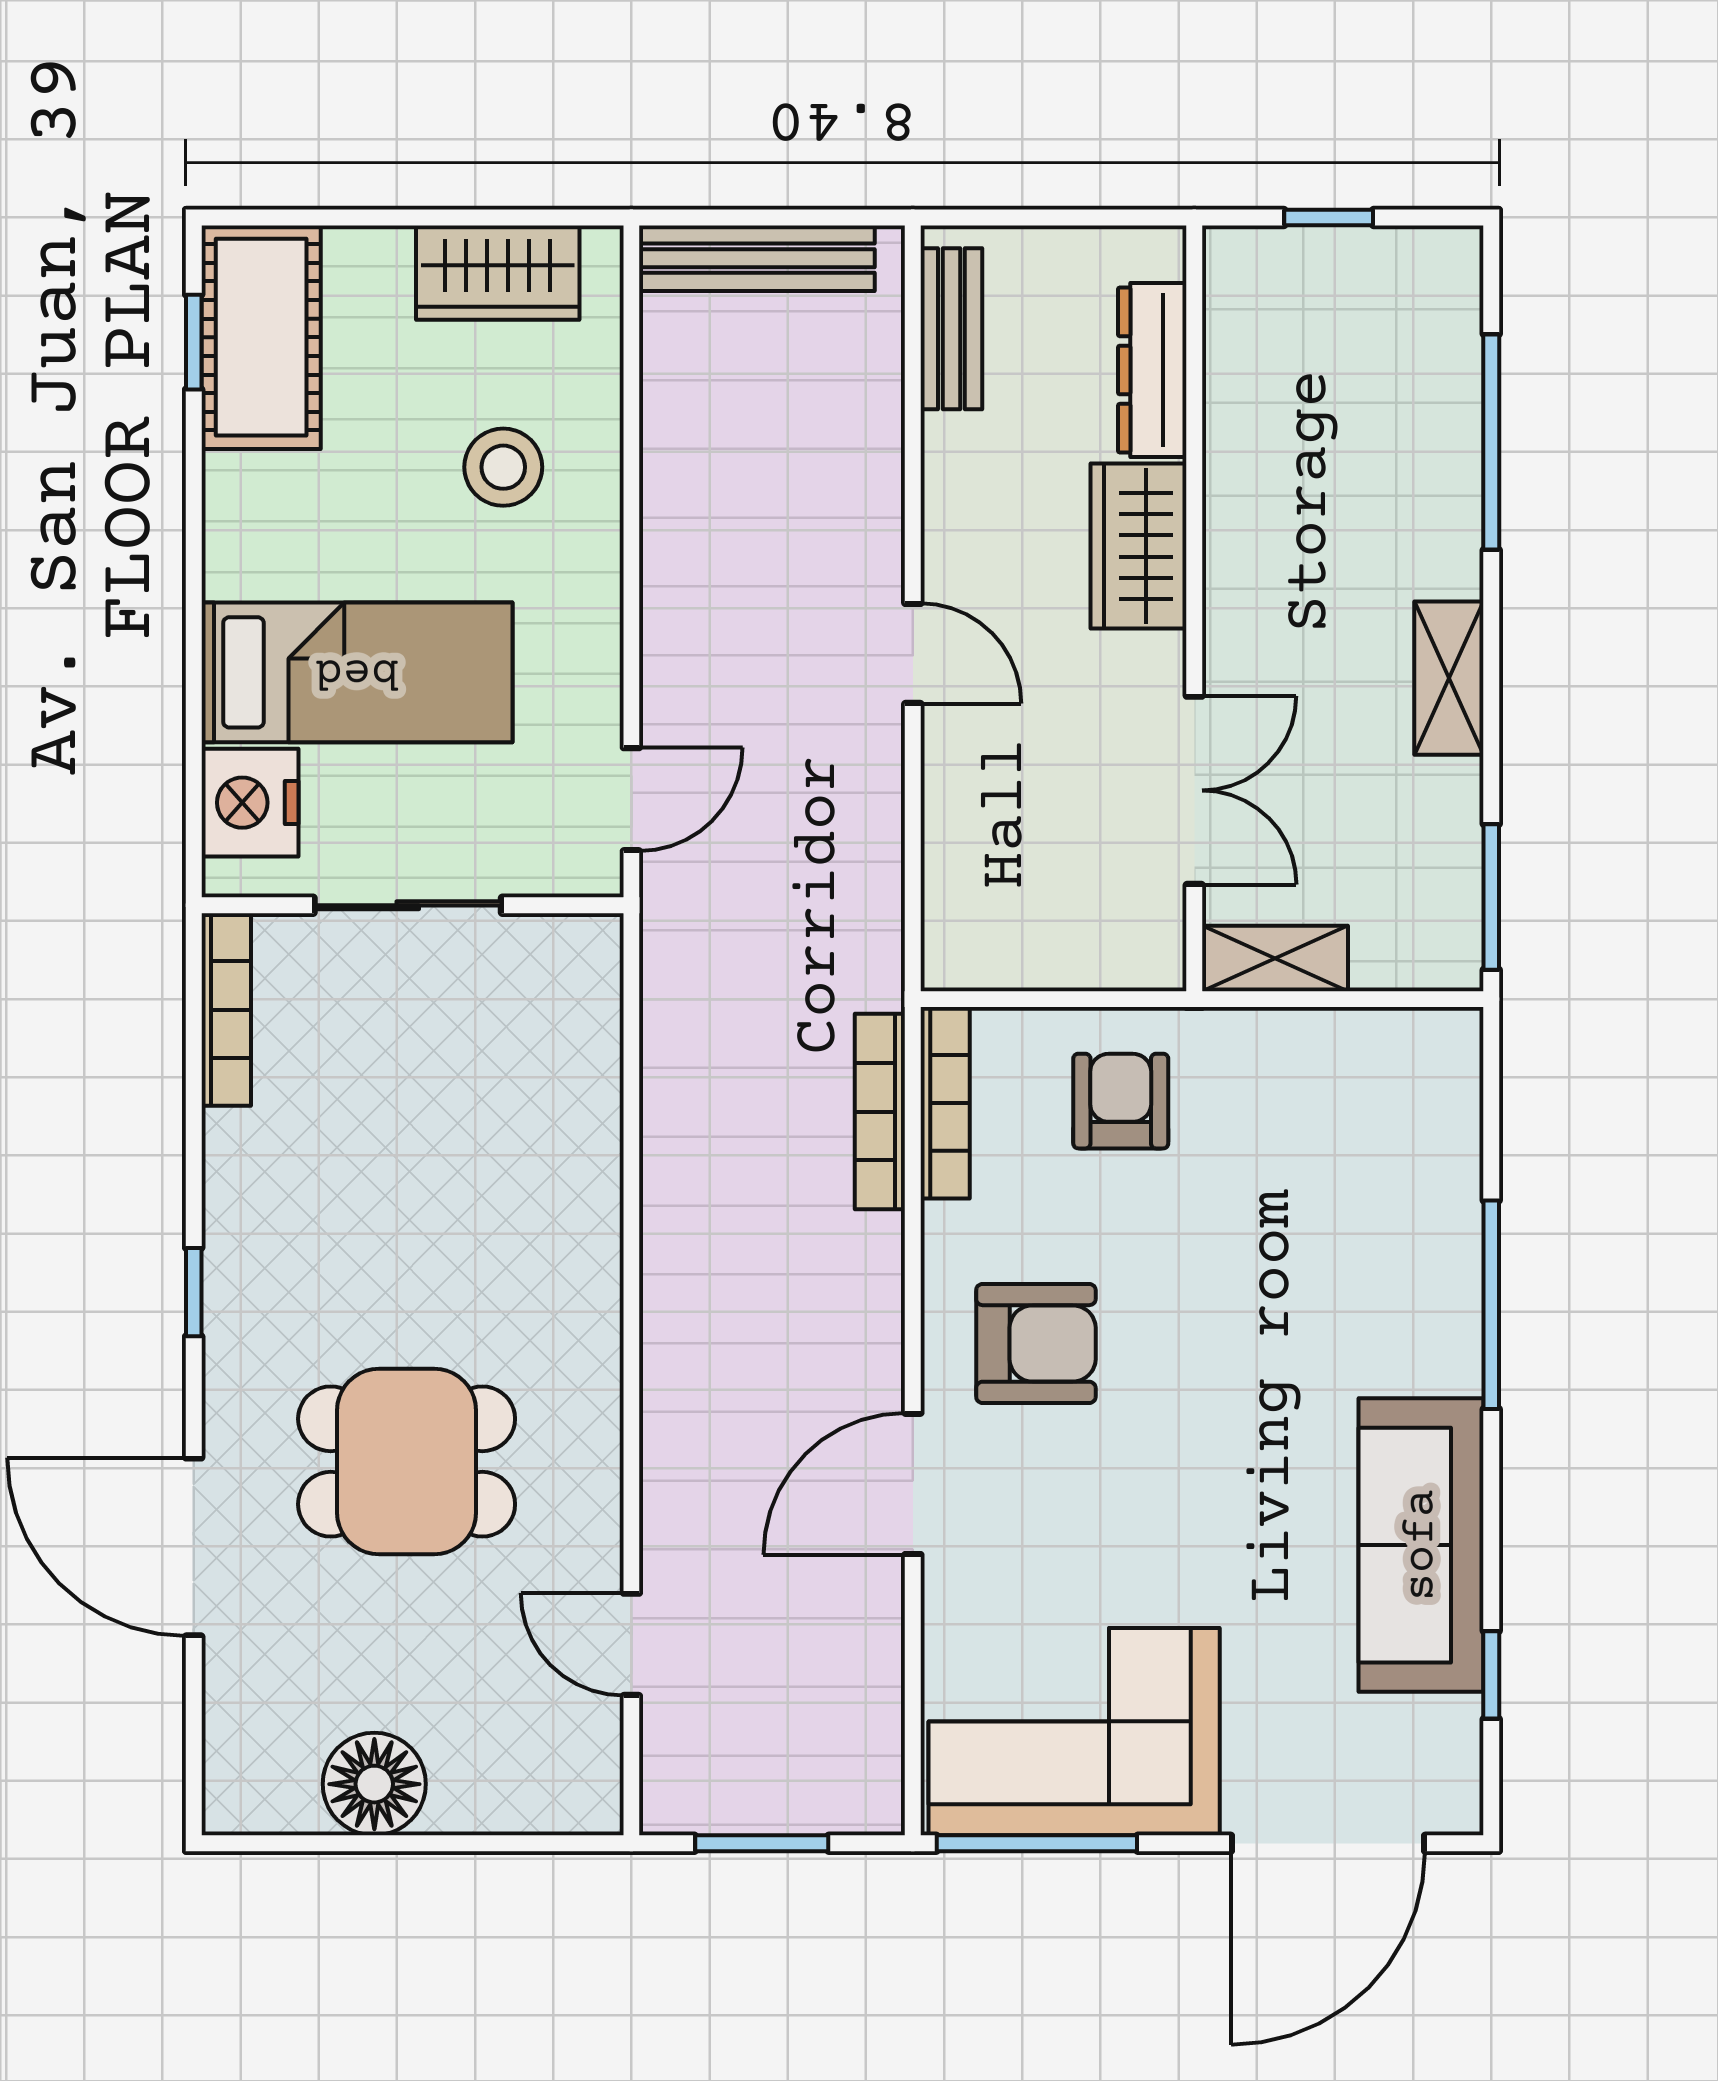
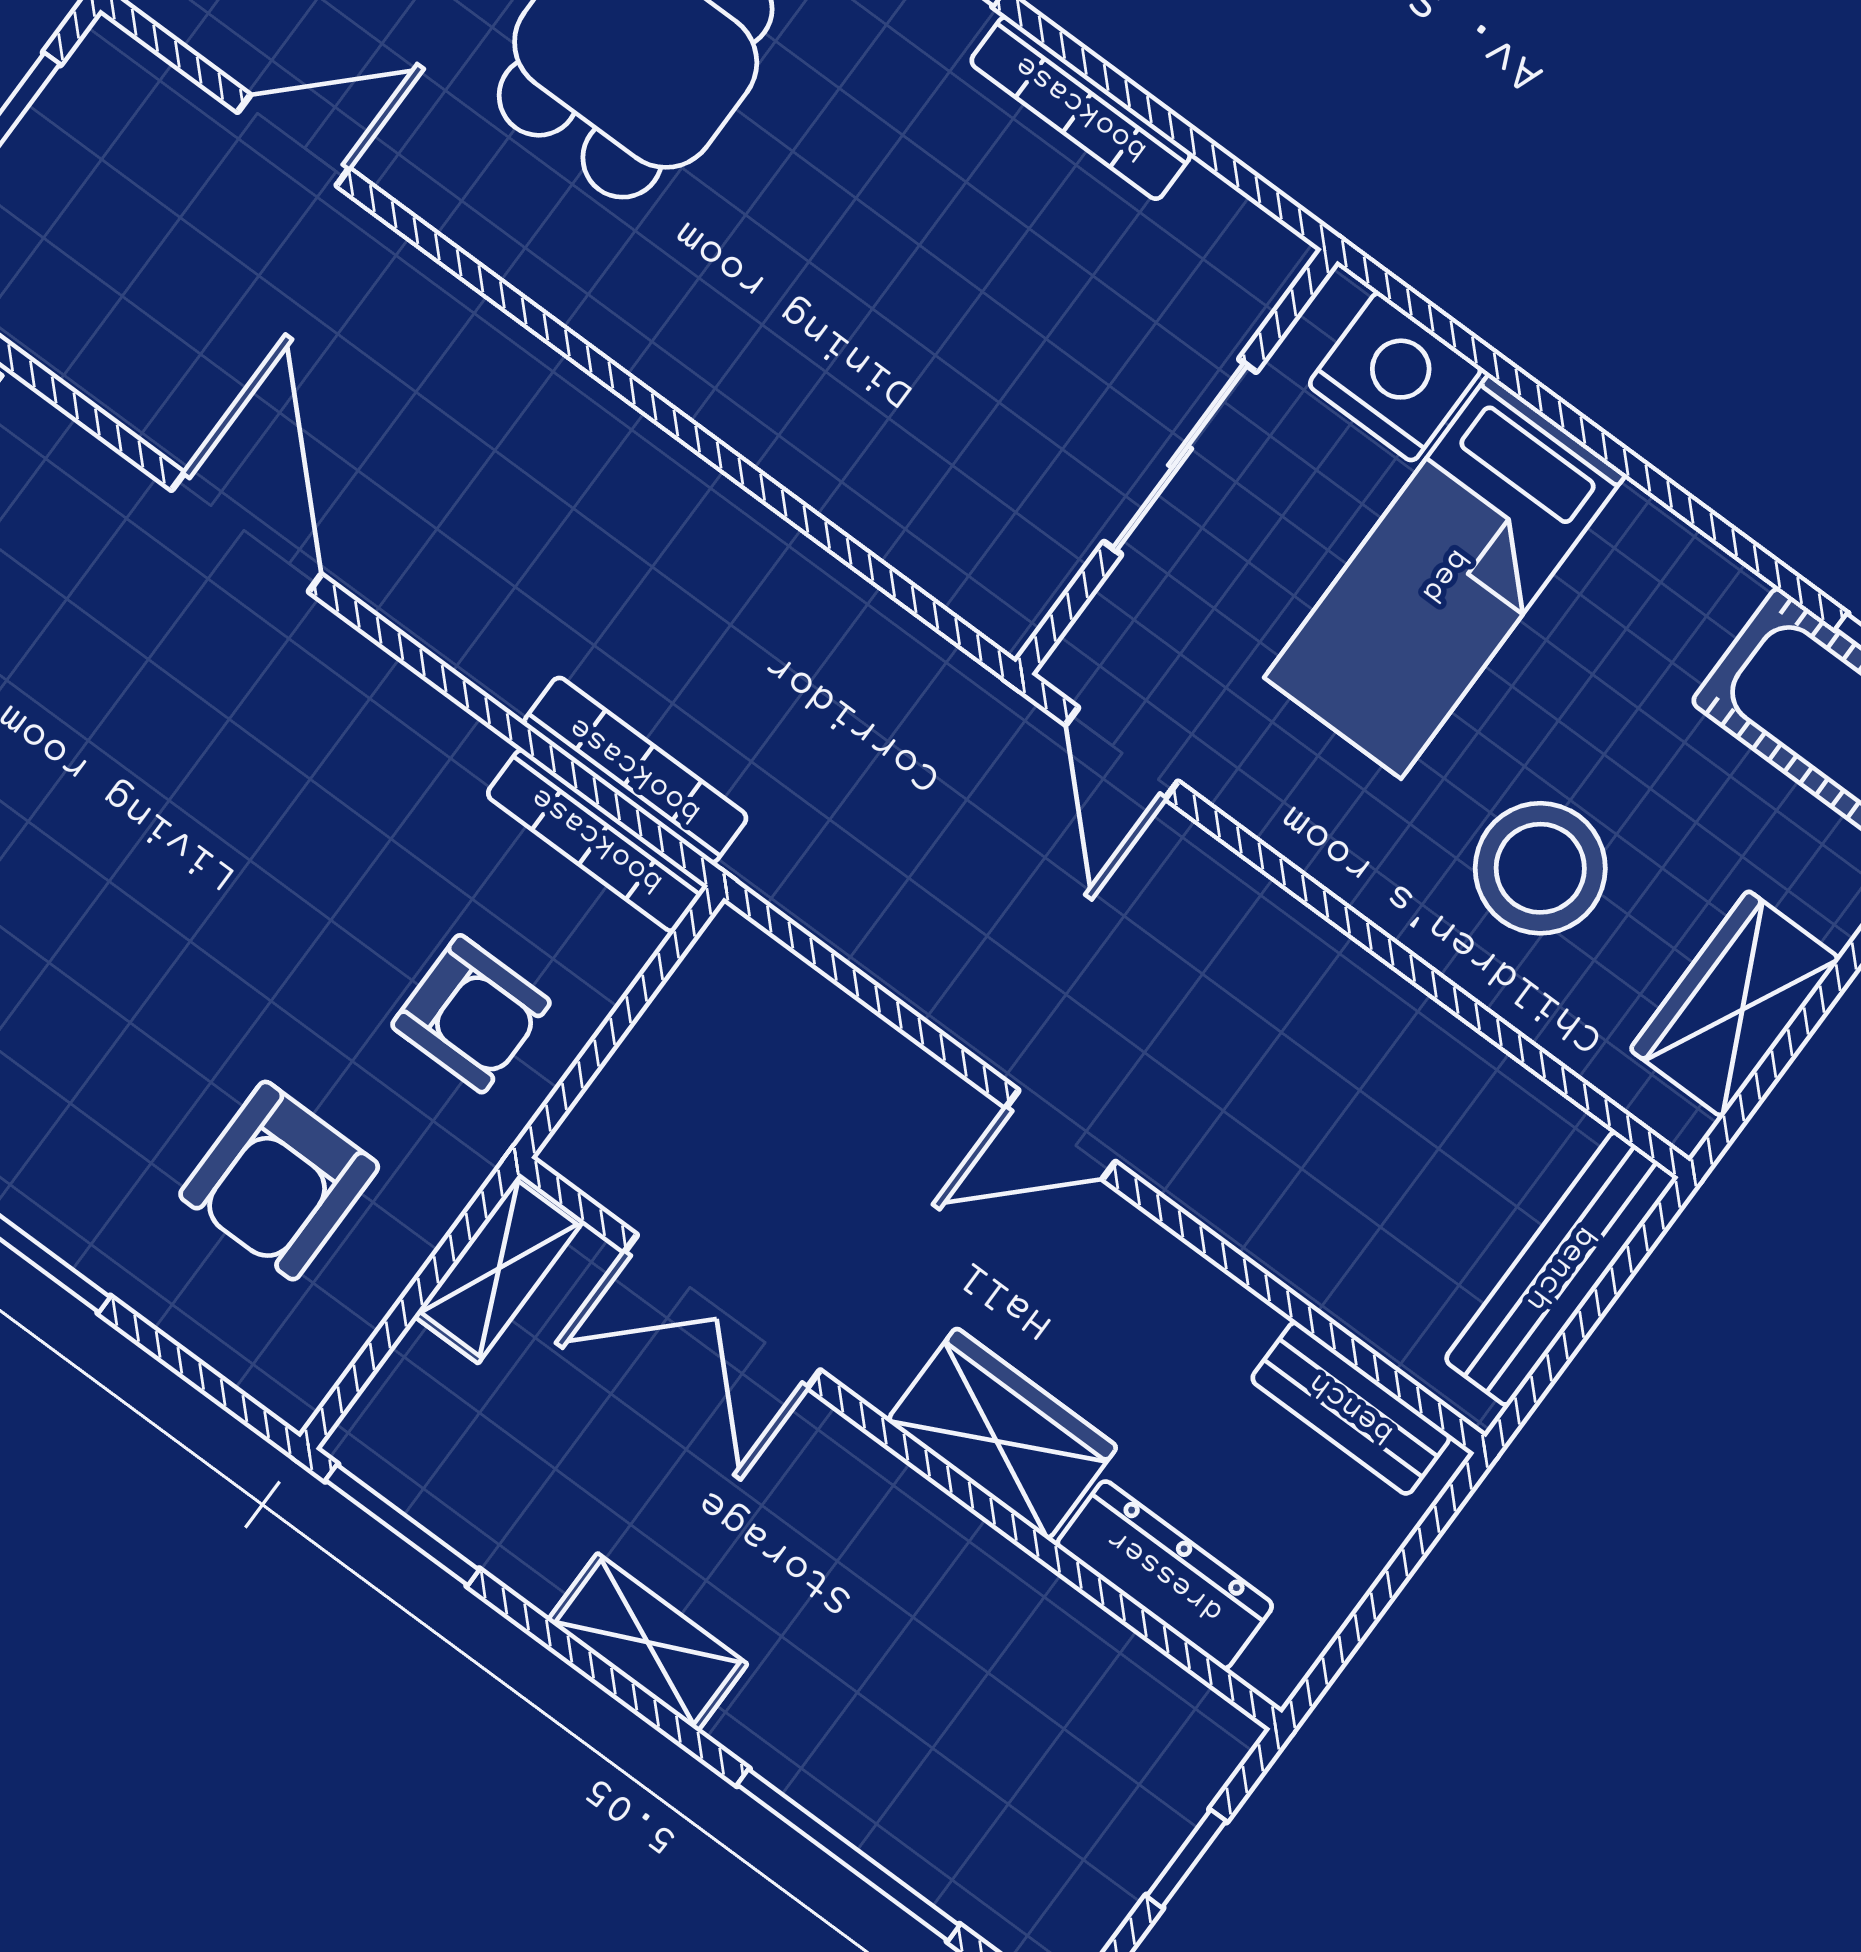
stool: (503, 467) -> (1540, 868), width x1.38, depth x1.38
bookcase: (226, 1010) -> (1081, 108), moved
armchair: (1036, 1343) -> (279, 1181), moved

